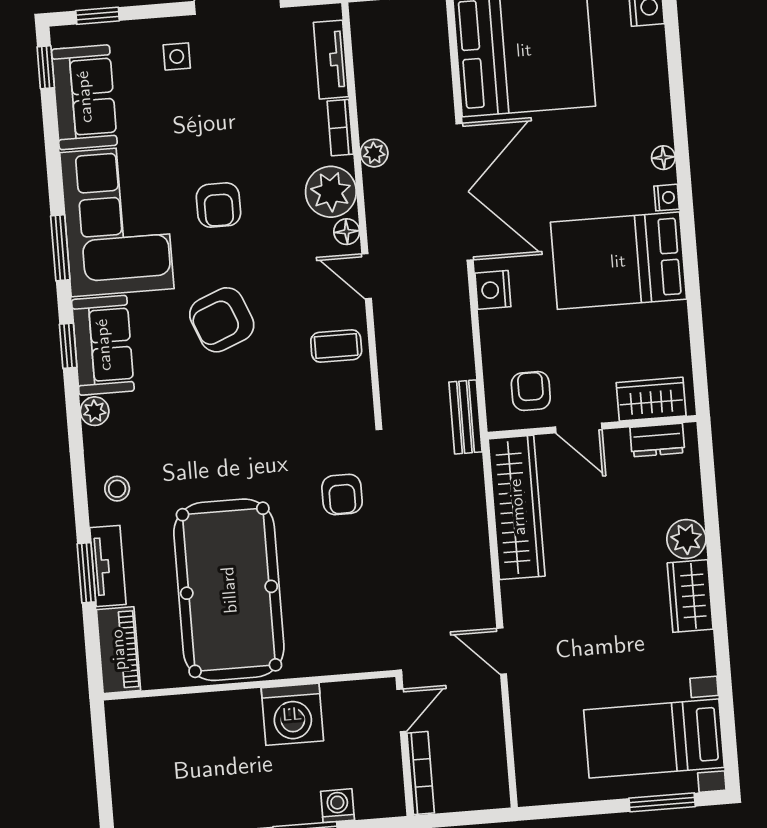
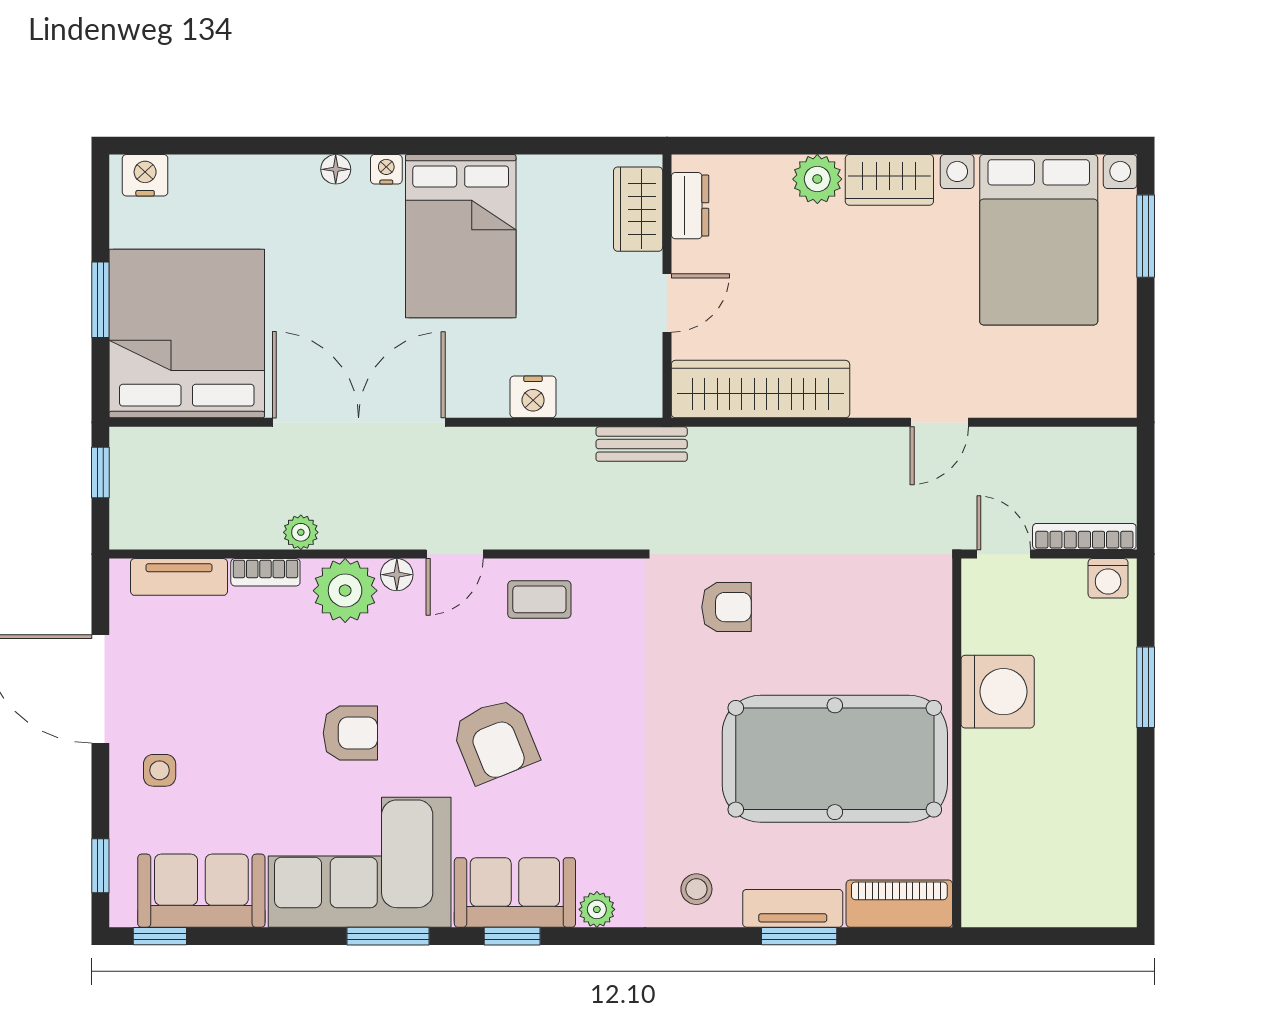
nightstand: (493, 290) -> (533, 397), moved
coffee table: (336, 346) -> (539, 599), turned 90
armchair: (531, 391) -> (616, 359), removed
bed with nightstands: (654, 739) -> (1039, 240), width x1.36
washing machine: (338, 806) -> (1108, 578), moved, turned -90

